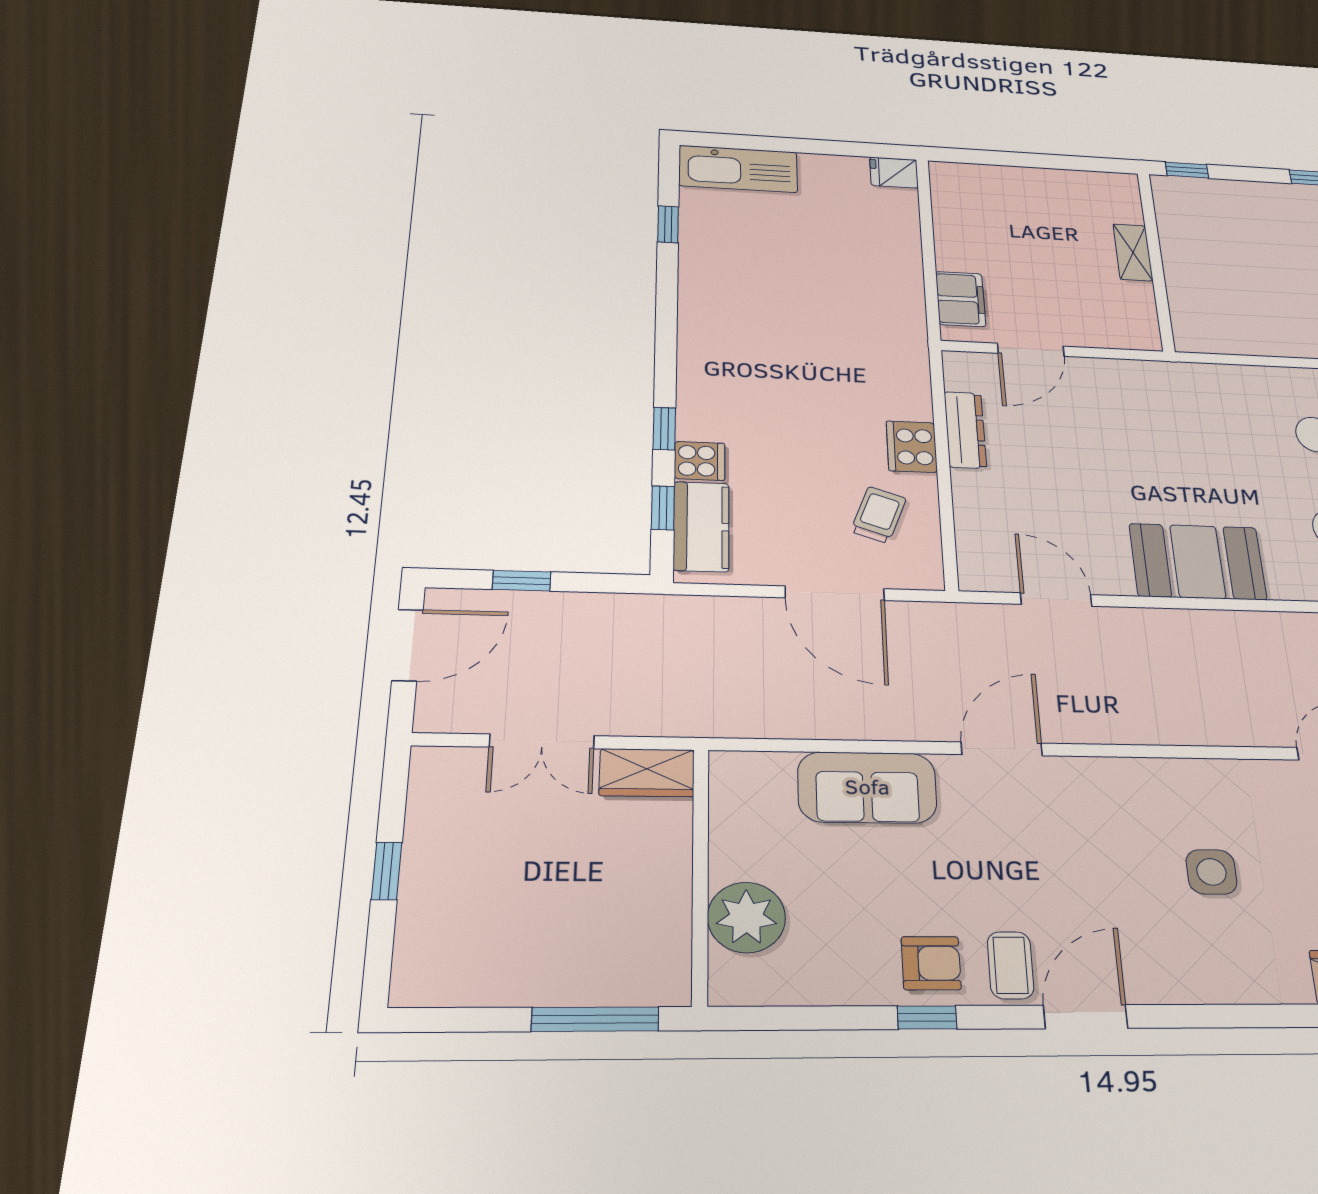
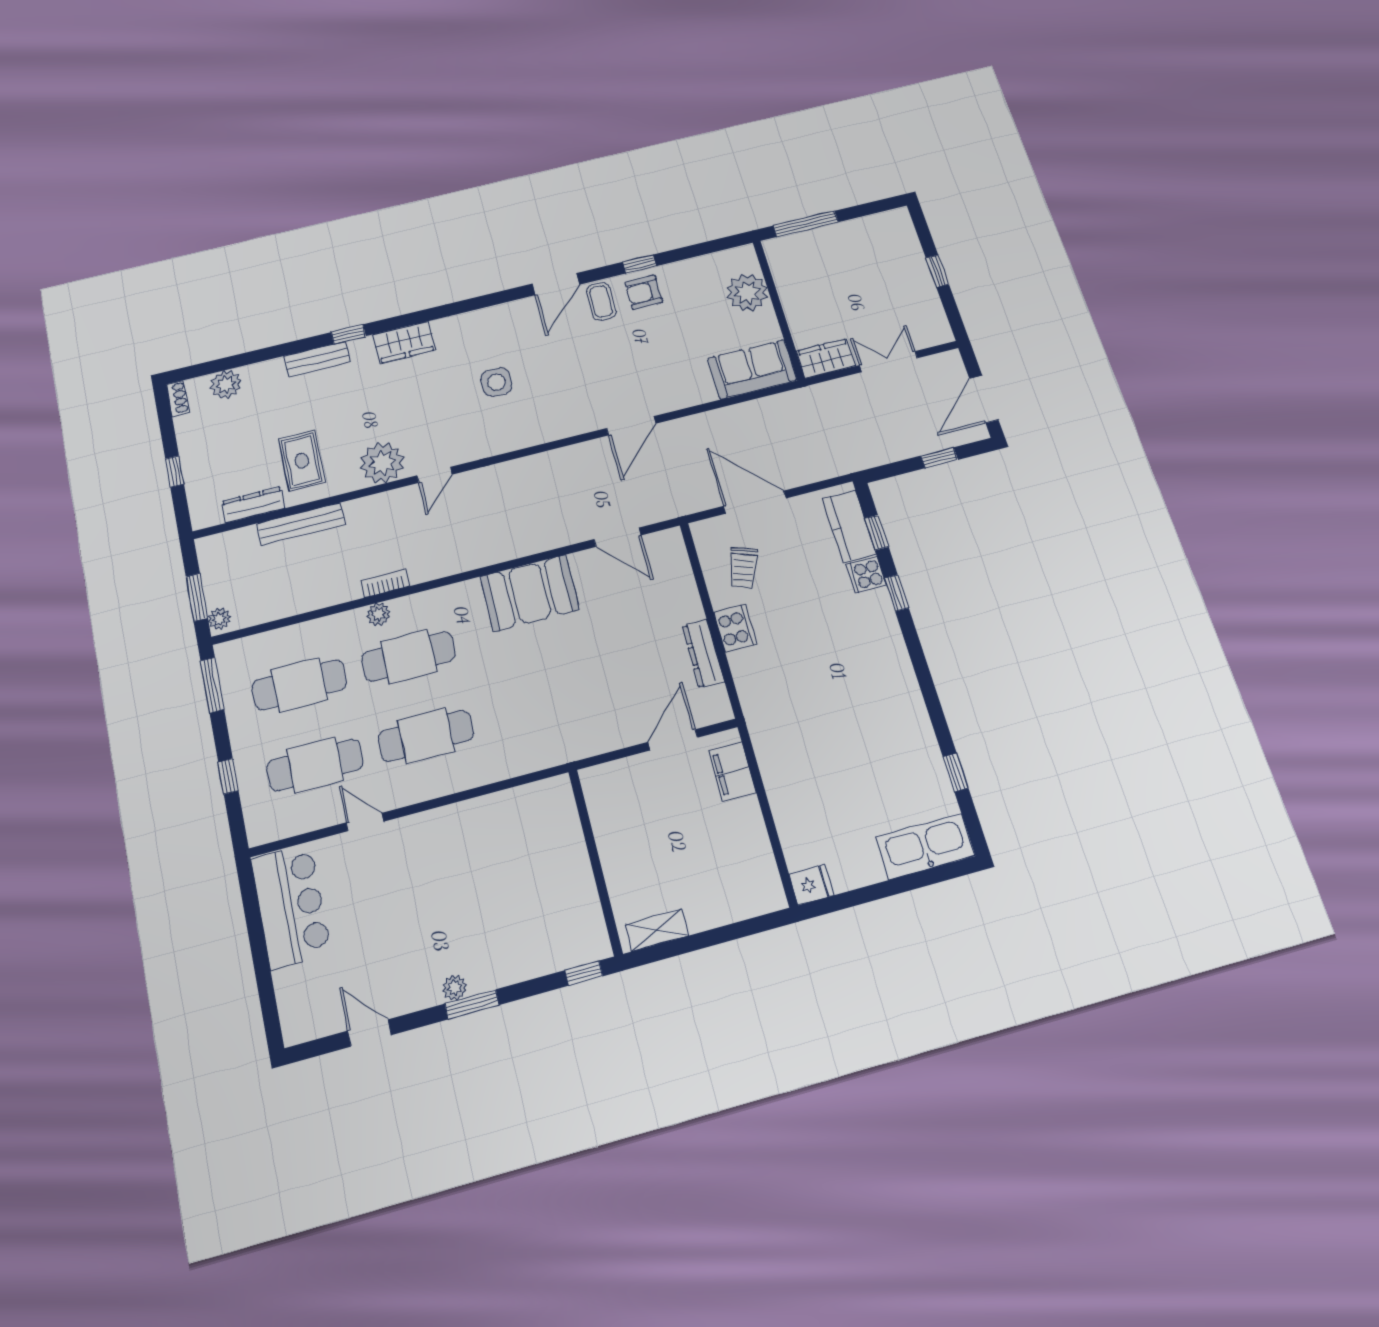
shelving: (1133, 252) -> (657, 930), moved, turned 90
sofa: (867, 787) -> (752, 369), moved

